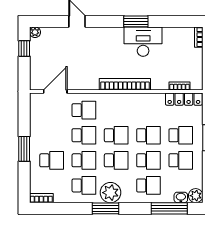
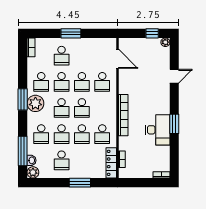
school desk: (181, 135) -> (102, 134), moved

